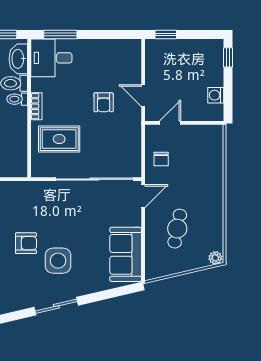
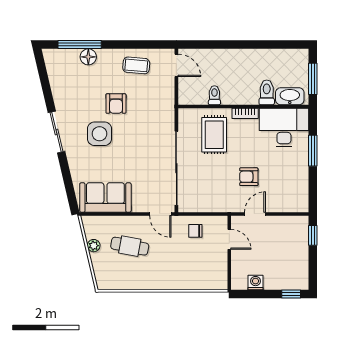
window: (60, 35) -> (313, 151), moved
desk: (51, 58) -> (284, 128), width x1.37
toilet: (17, 99) -> (214, 95), moved
plant: (215, 258) -> (94, 246), moved

